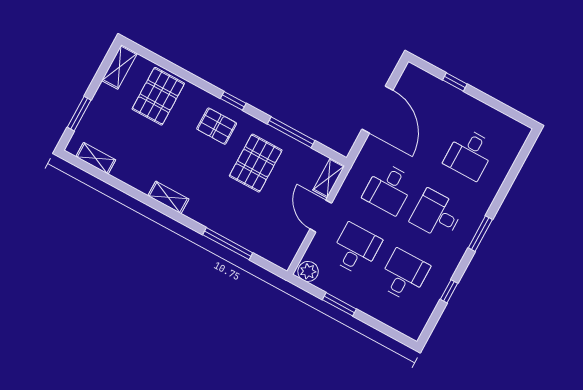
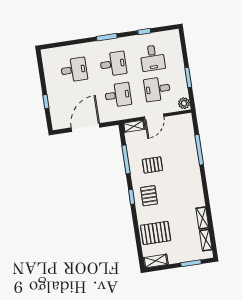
pallet: (256, 163) -> (152, 165), width x0.67, depth x0.71
shelving: (168, 197) -> (202, 218), moved
desk: (437, 215) -> (113, 64), turned -90
desk: (404, 275) -> (152, 58), turned -90

